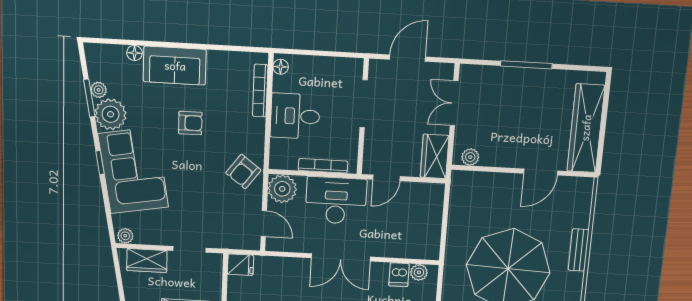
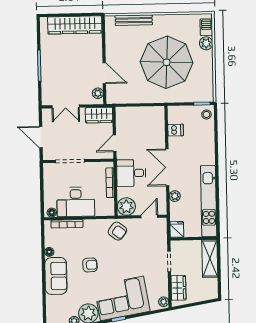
floor lamp: (135, 53) -> (49, 252), moved
desk: (295, 116) -> (76, 202), width x1.37
armchair: (190, 123) -> (90, 265), turned 87
door: (541, 172) -> (104, 73), moved
door: (386, 178) -> (115, 143), swing flipped
desk: (336, 201) -> (131, 173), width x0.73
bench: (579, 250) -> (134, 20), moved, width x1.36
double door: (341, 257) -> (167, 167), swing flipped
plant: (419, 272) -> (175, 196), moved

